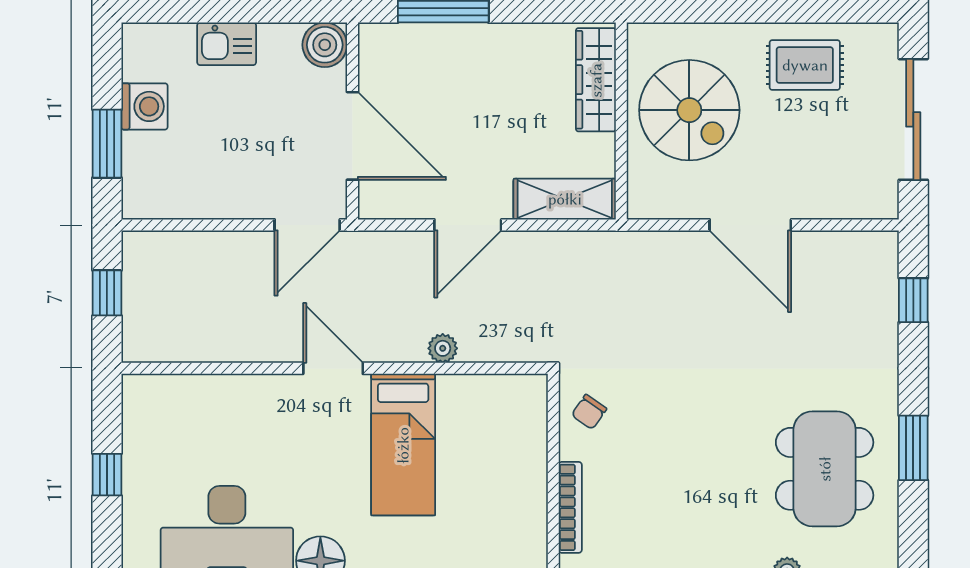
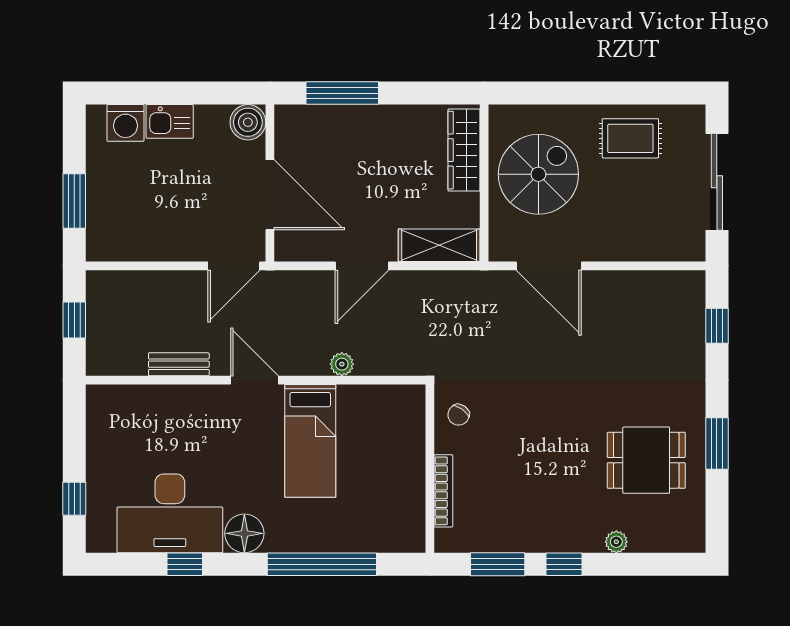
washing machine: (144, 106) -> (126, 123), moved, turned 90
spiral stairs: (689, 110) -> (538, 174), turned -90
door: (750, 225) -> (549, 266), moved
bench: (238, 348) -> (179, 364), added
dining table: (825, 469) -> (646, 460), width x0.73
window: (107, 475) -> (74, 499), moved

